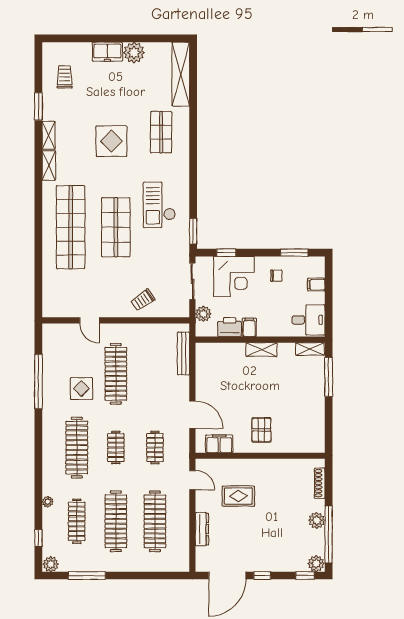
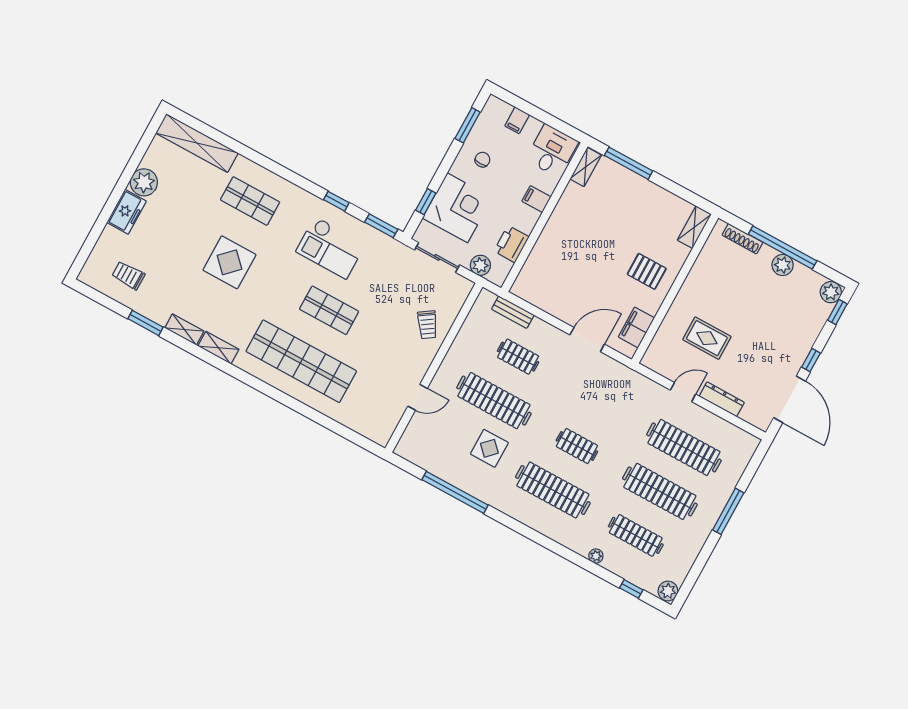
window: (193, 191) -> (336, 201), added
shop shelf: (116, 227) -> (329, 310), width x0.70, depth x0.74
filing cabinet: (249, 327) -> (536, 199), moved
shelving: (261, 350) -> (694, 227), moved
bench: (183, 353) -> (513, 312), width x0.73
clothes rail: (155, 448) -> (518, 357), moved
door: (192, 480) -> (683, 392), moved
rug: (238, 496) -> (707, 338), turned 90
window: (329, 534) -> (783, 247), moved
window: (87, 576) -> (728, 511), moved

